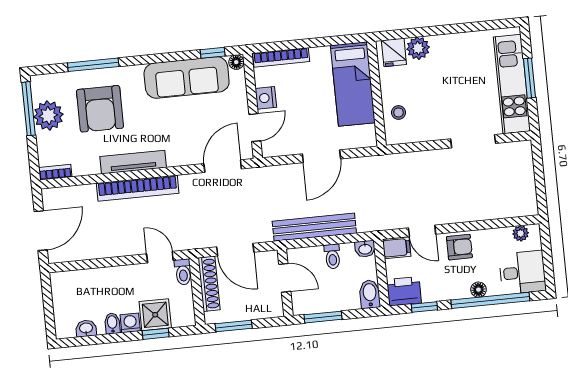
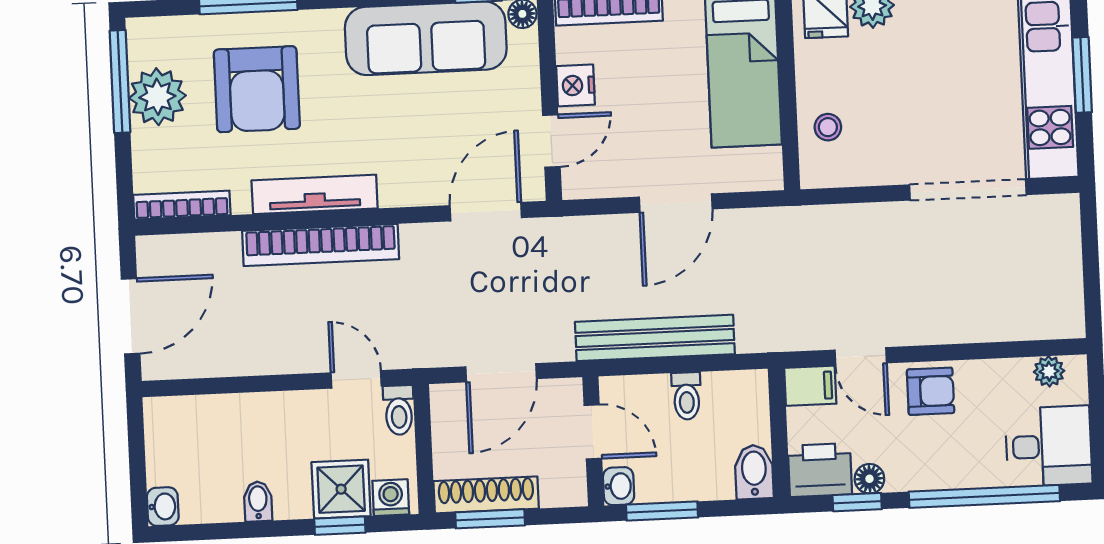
doorway: (473, 141) -> (968, 190), width x1.36
bookcase: (55, 172) -> (182, 205), width x1.56
washbasin: (365, 249) -> (619, 486), moved, turned -90
door: (235, 250) -> (501, 373), hinge flipped
shoe rack: (209, 284) -> (486, 495), moved, turned -90
floor lamp: (478, 290) -> (869, 479), moved
washing machine: (130, 323) -> (391, 498), moved
washbasin: (86, 328) -> (163, 507), moved, turned 90

